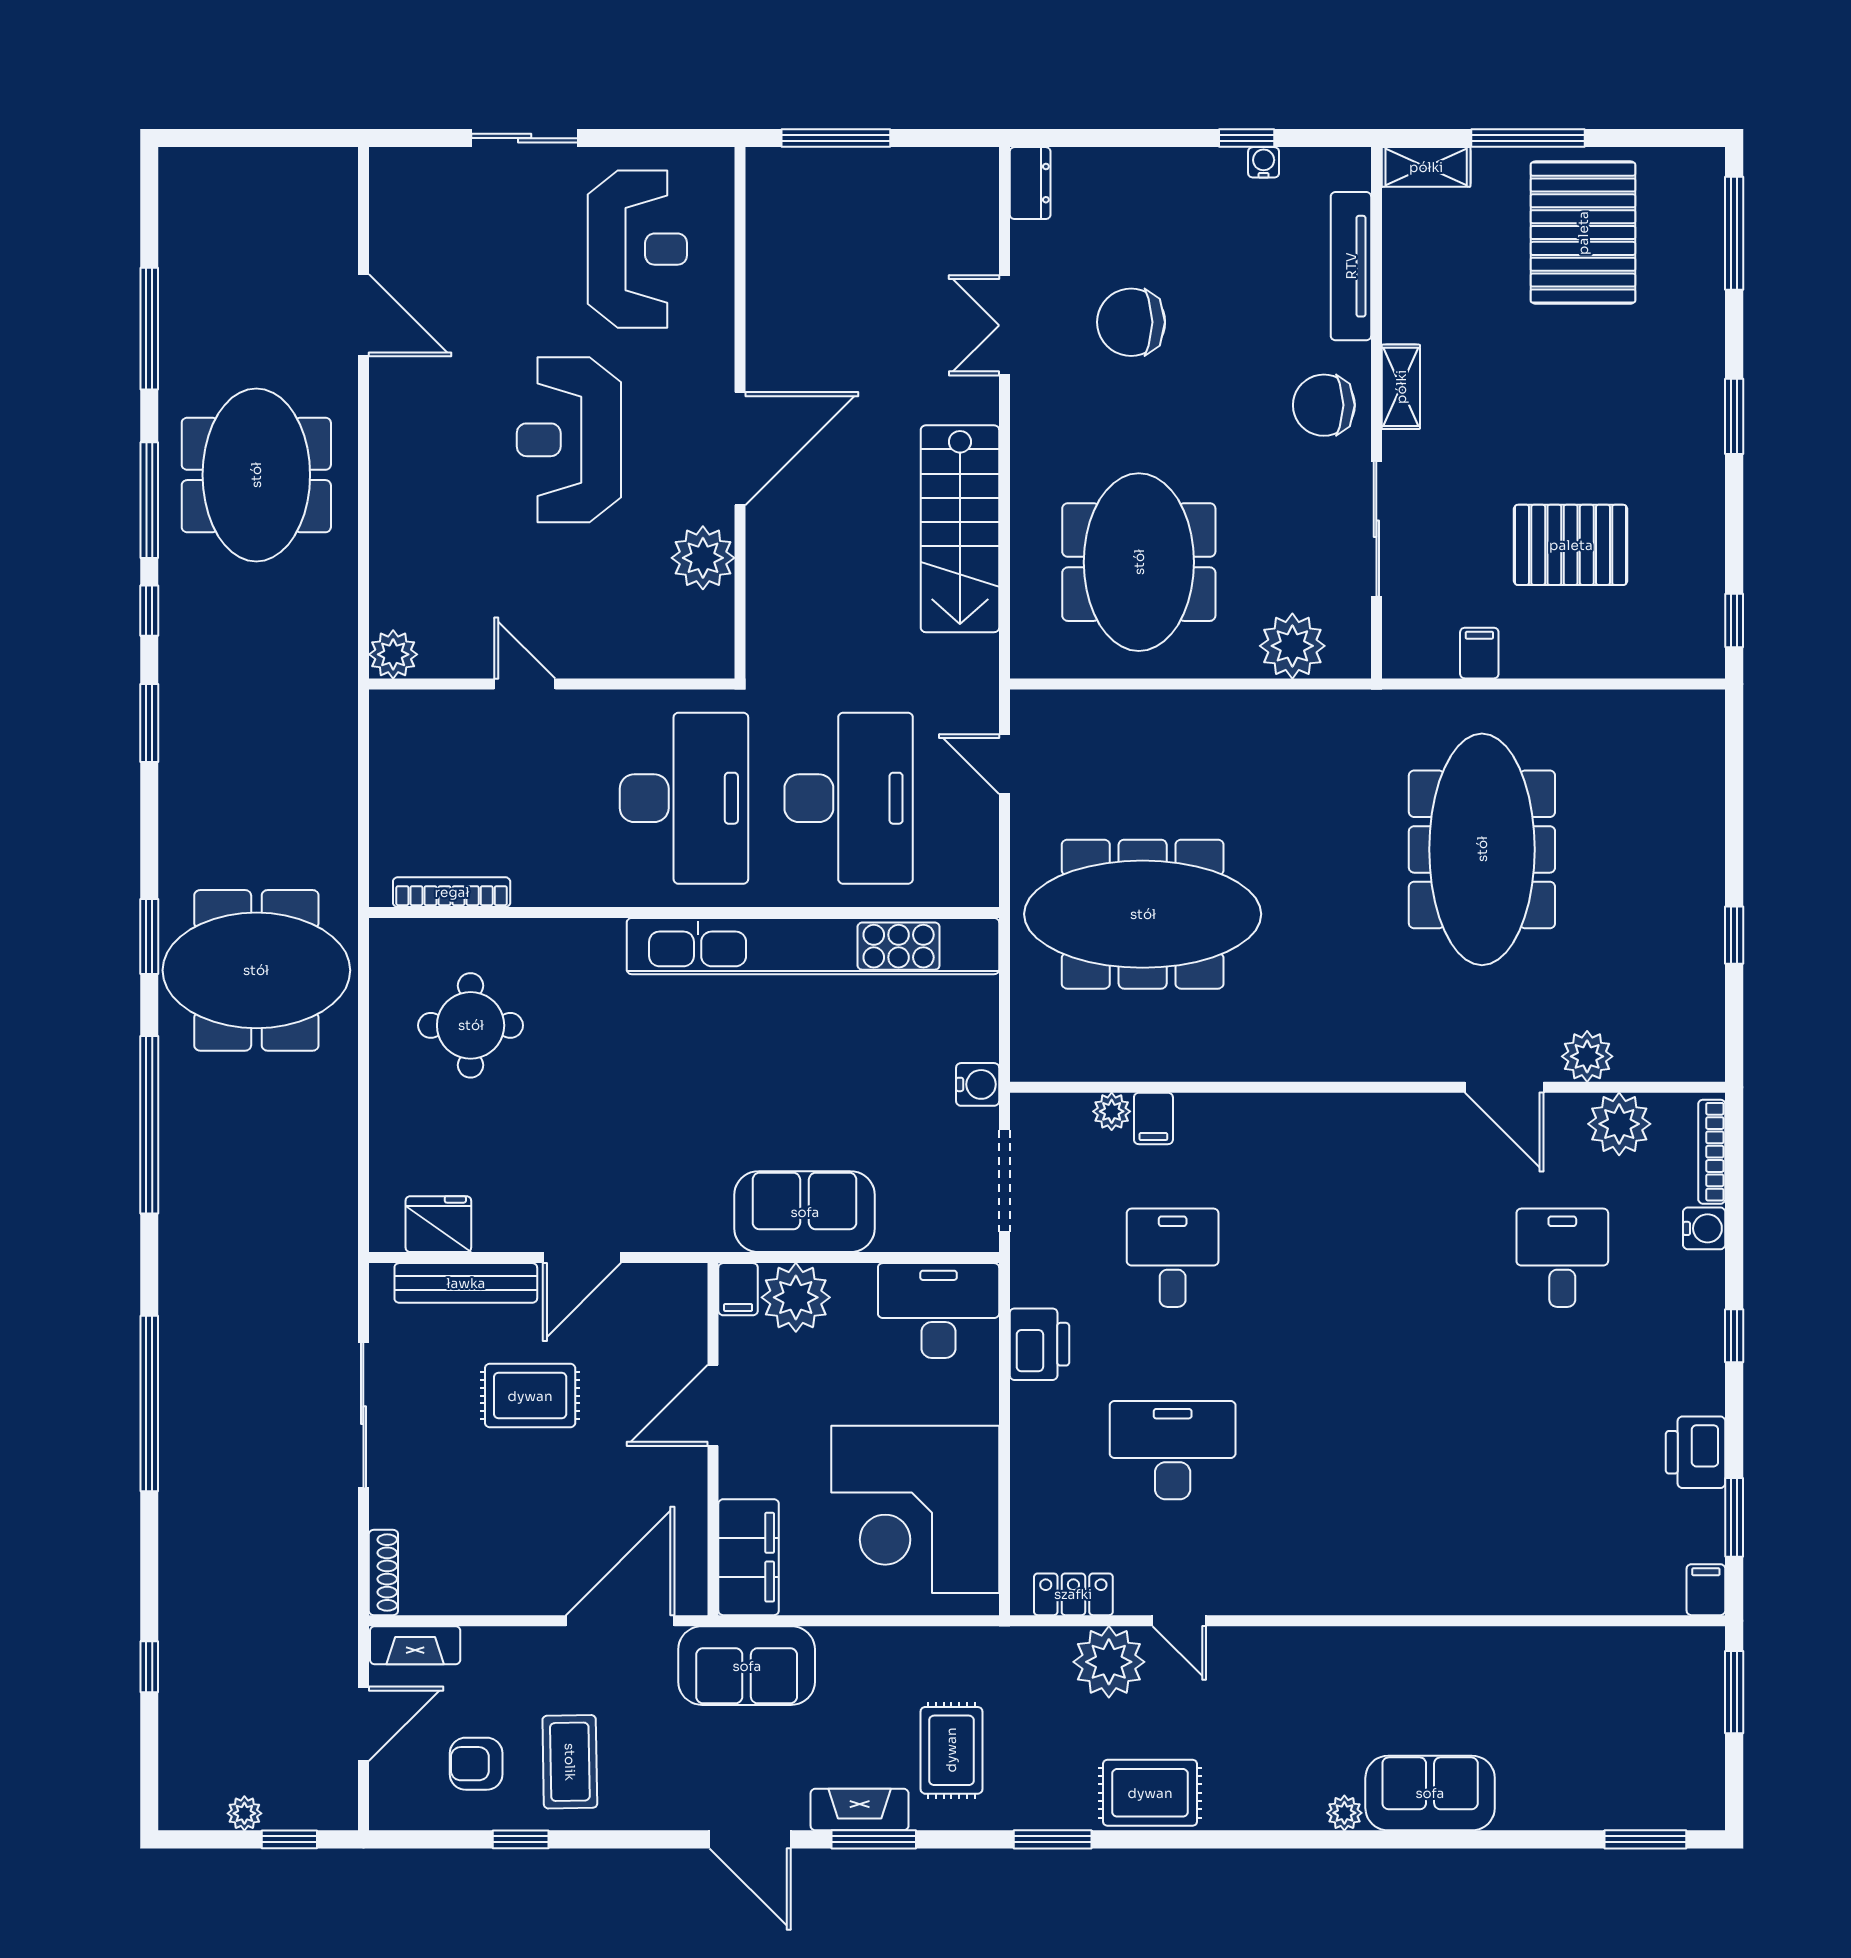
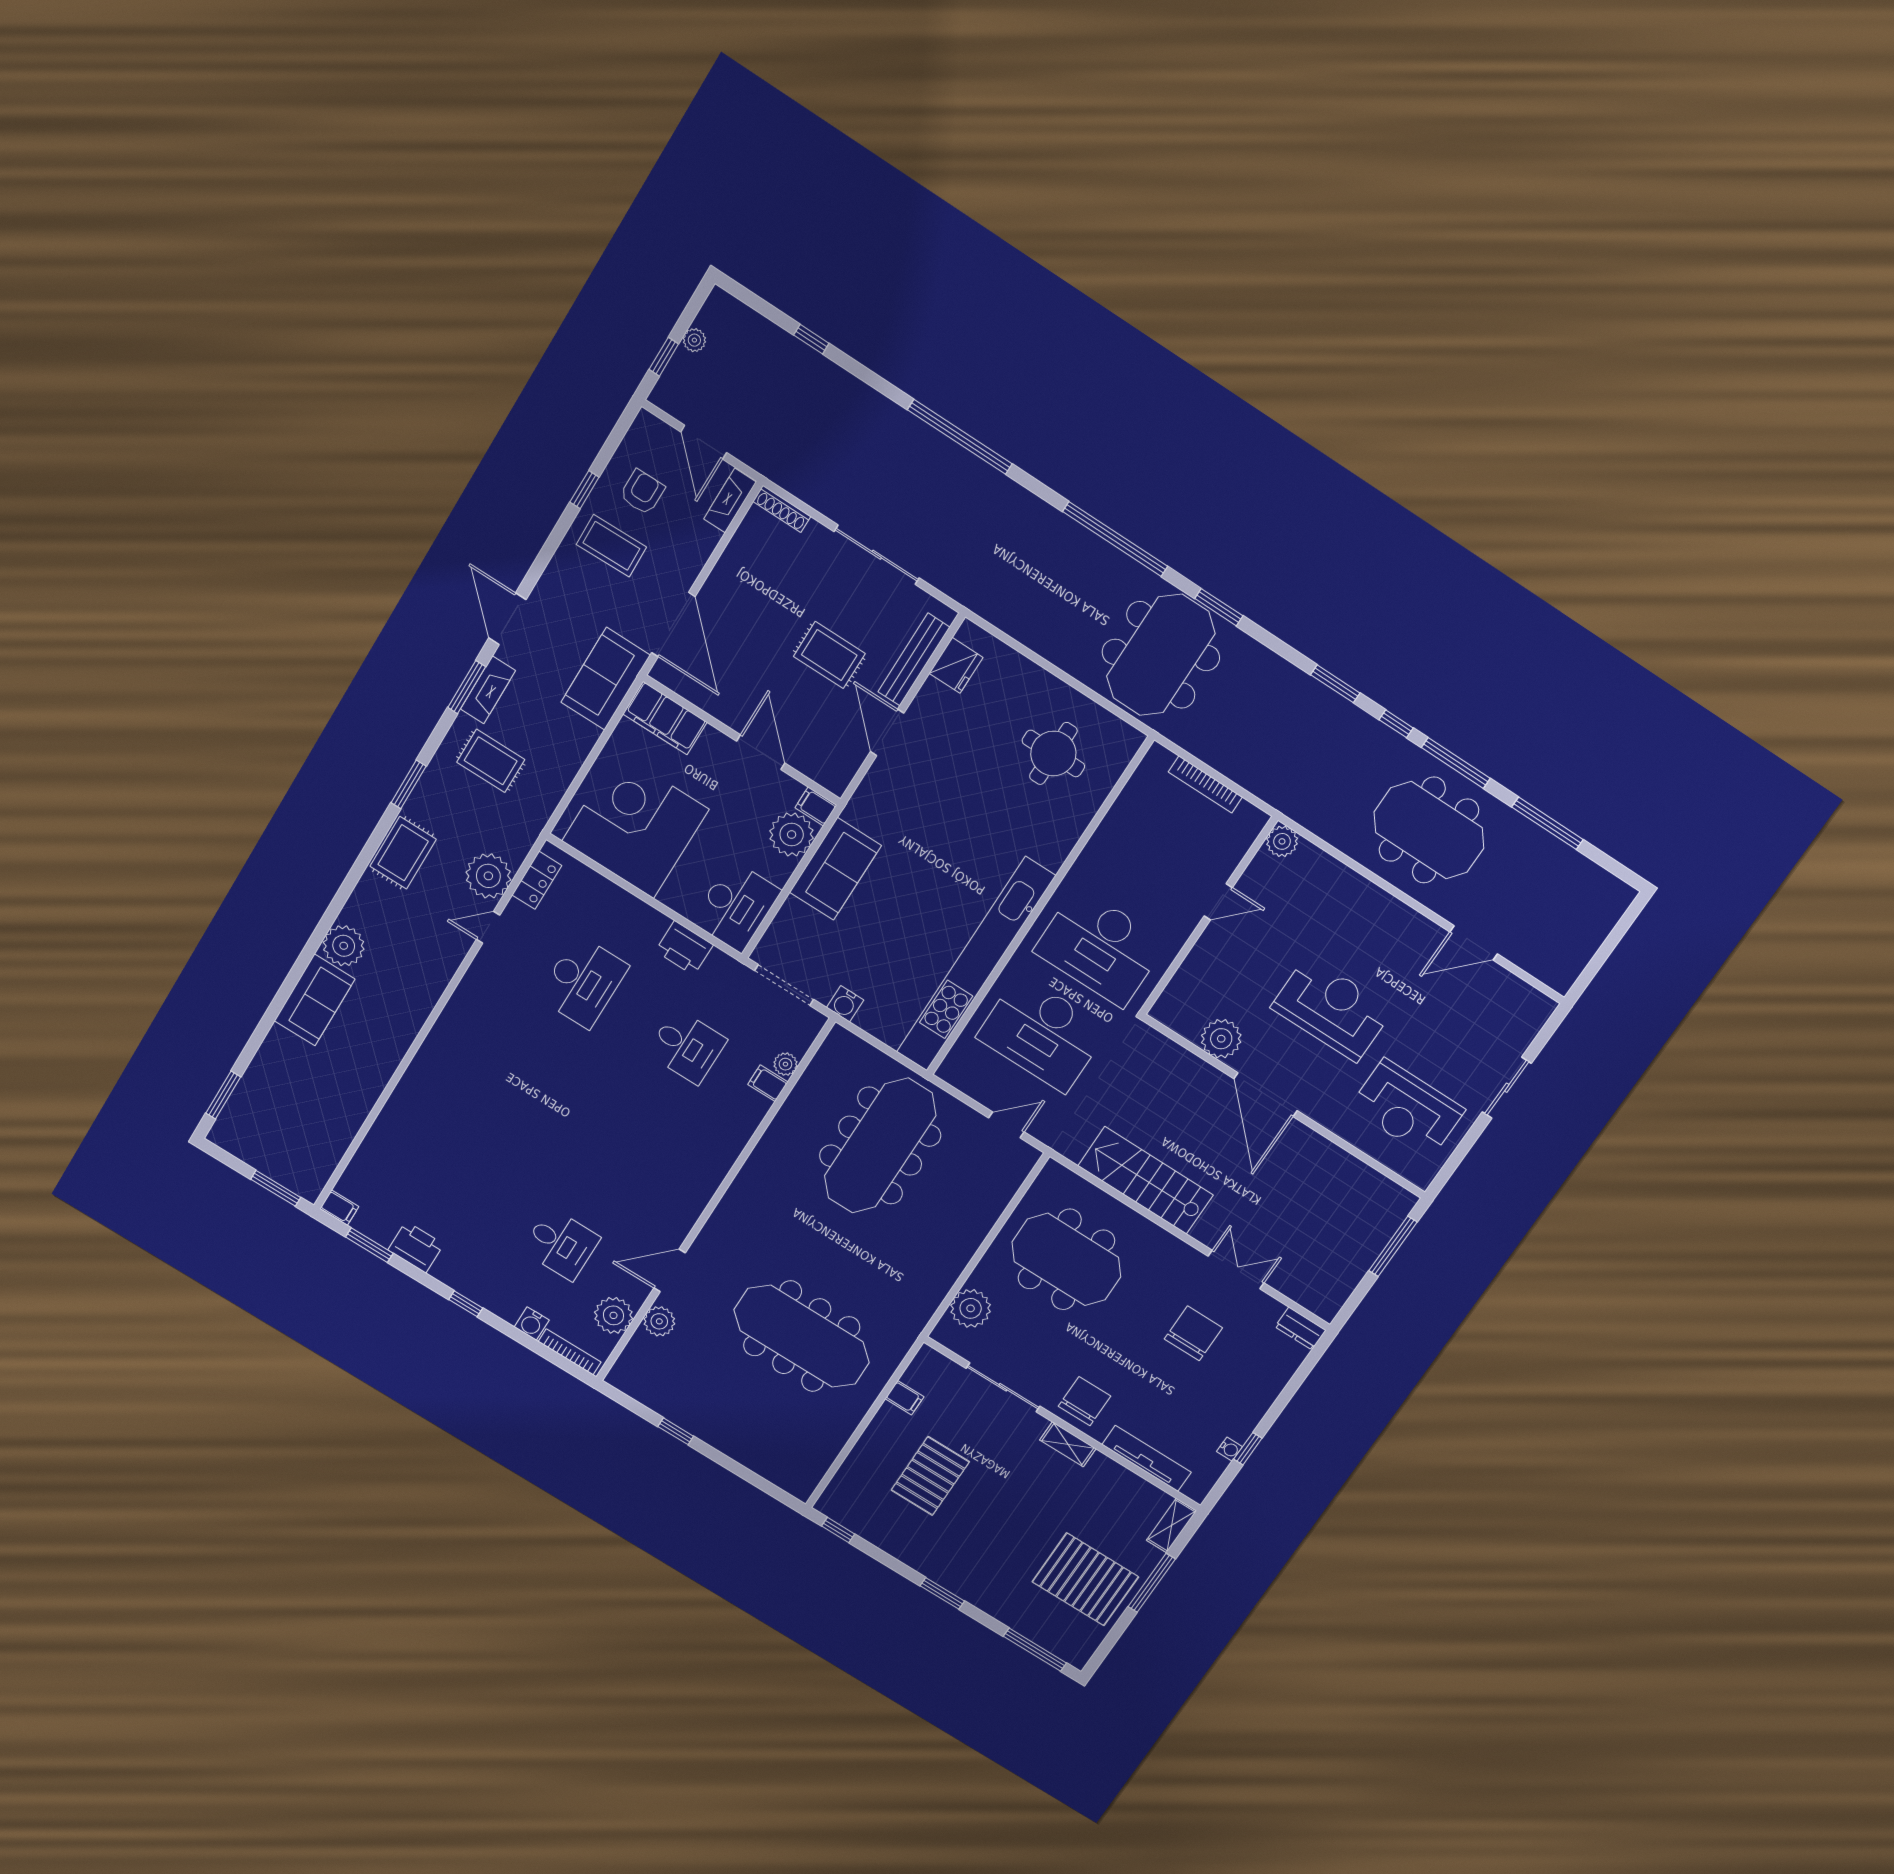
bookcase: (452, 892) -> (1205, 784), moved, turned 90
rug: (530, 1396) -> (829, 655), turned 90
plant: (1344, 1813) -> (344, 946), width x1.88, depth x1.88
door: (750, 1839) -> (507, 619), hinge flipped

